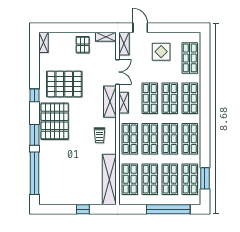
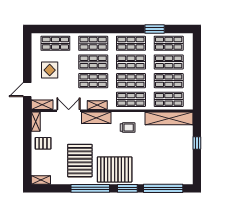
window: (34, 95) -> (90, 188), width x3.17
window: (205, 178) -> (155, 29), moved
window: (168, 209) -> (197, 63), removed

